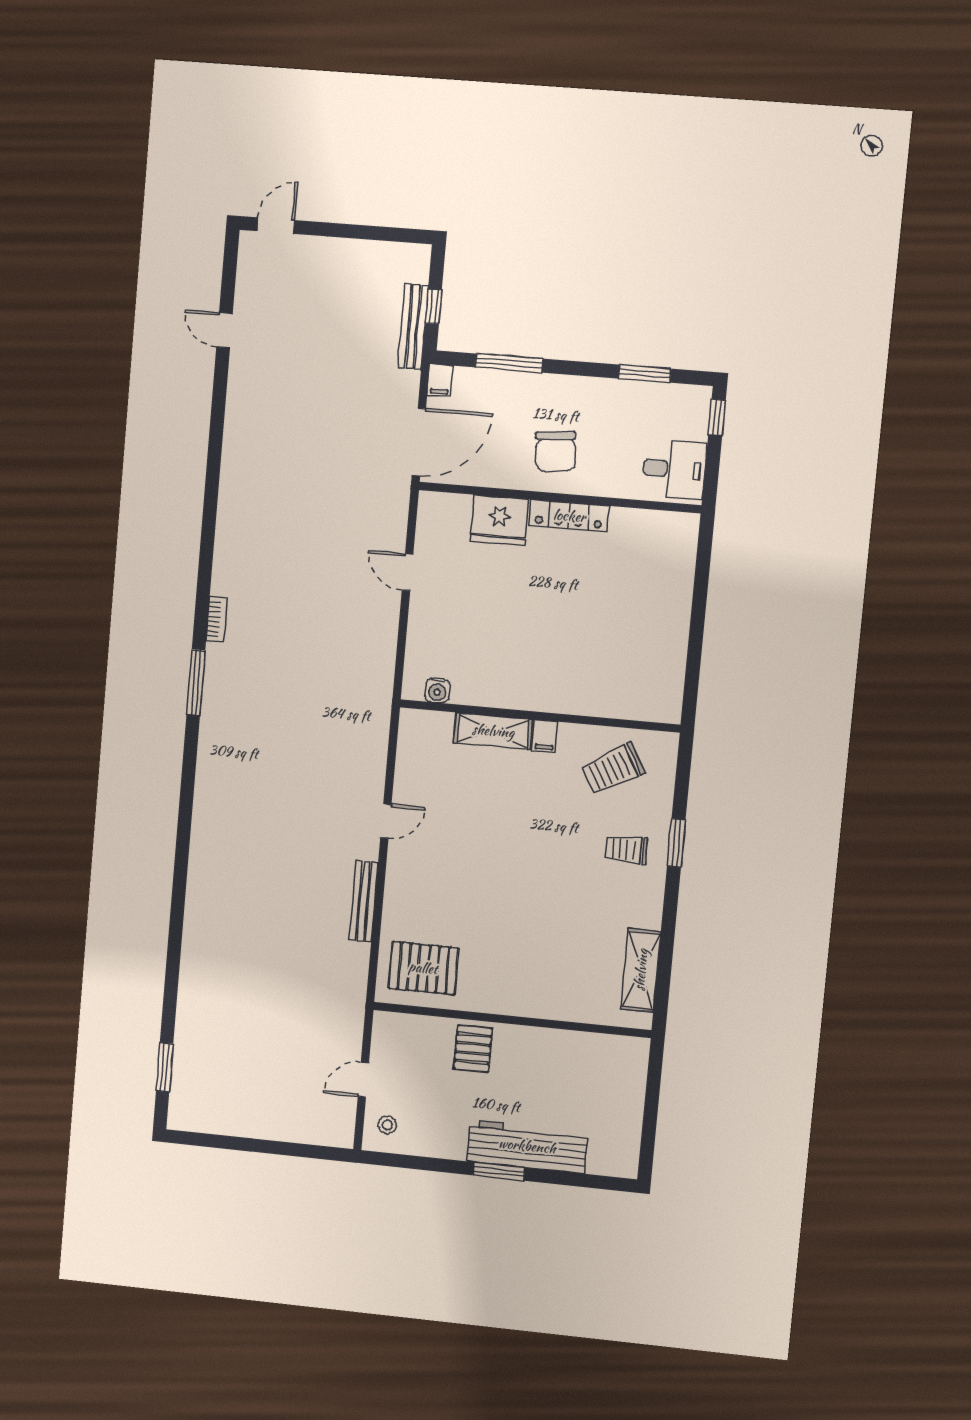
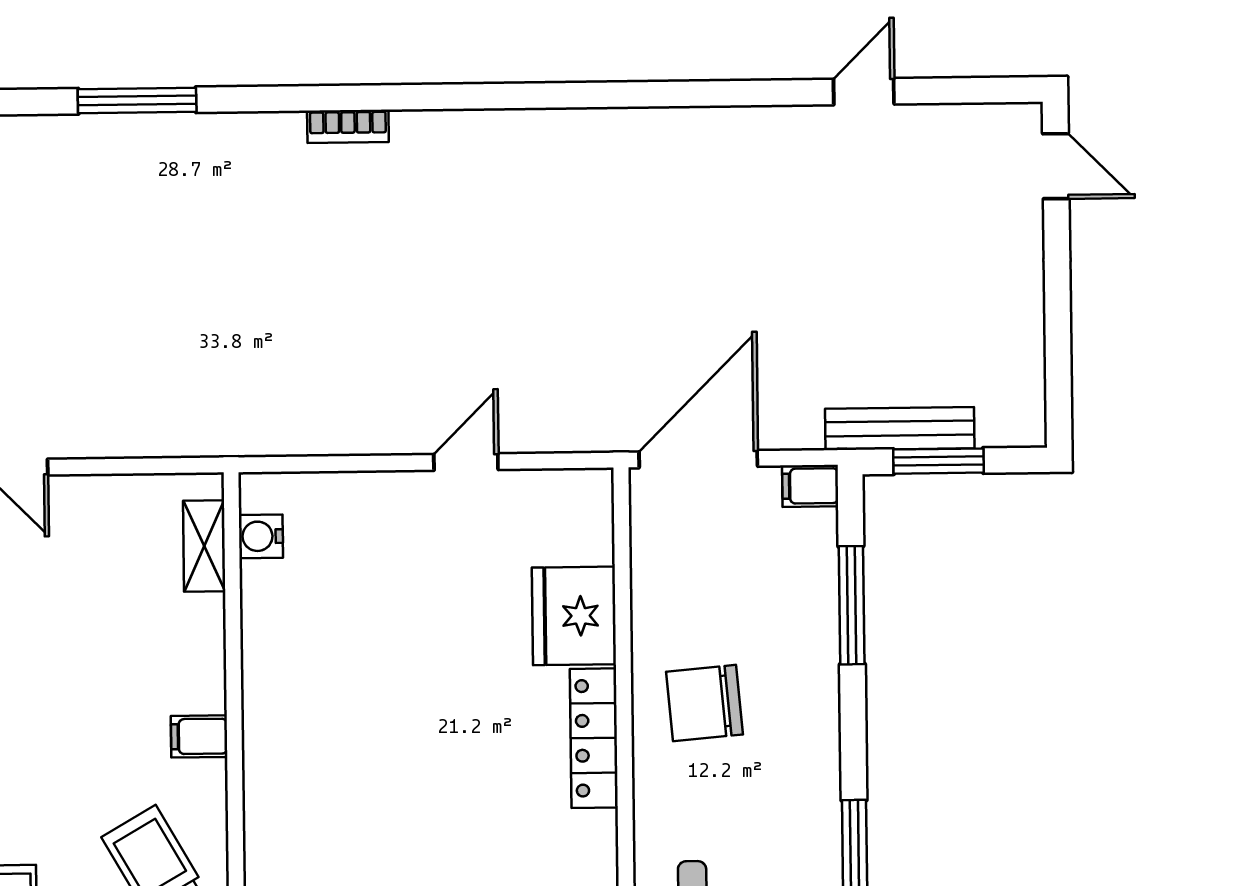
window: (433, 307) -> (938, 461), width x1.50
door: (419, 442) -> (698, 459), swing flipped
window: (196, 682) -> (137, 101), moved
shelving: (493, 731) -> (204, 546), moved, width x0.67, depth x0.75

